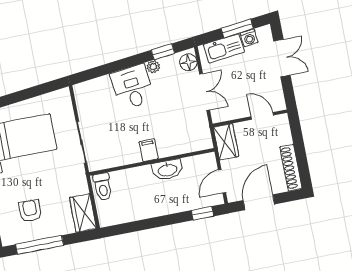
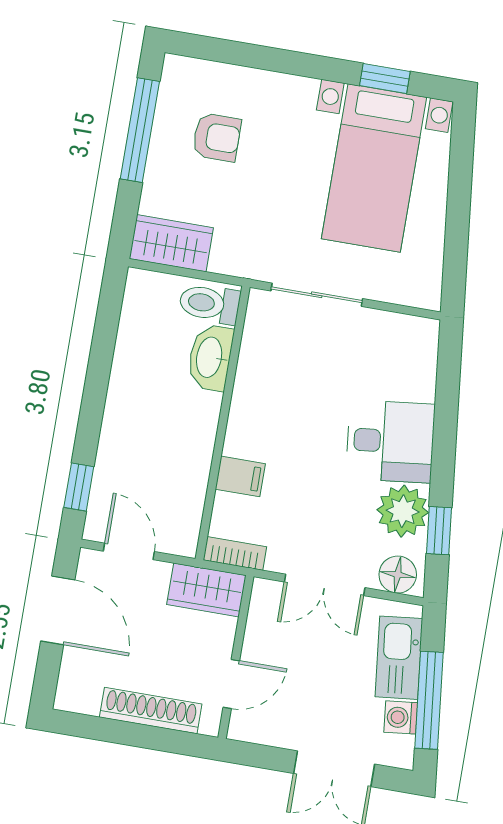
window: (237, 28) -> (429, 700), width x1.44
plant: (153, 67) -> (403, 511), width x1.88, depth x1.88
bookcase: (206, 136) -> (235, 553), added
filing cabinet: (149, 150) -> (240, 476), moved
shoe rack: (291, 168) -> (151, 711), moved
washbasin: (167, 170) -> (210, 357), moved

